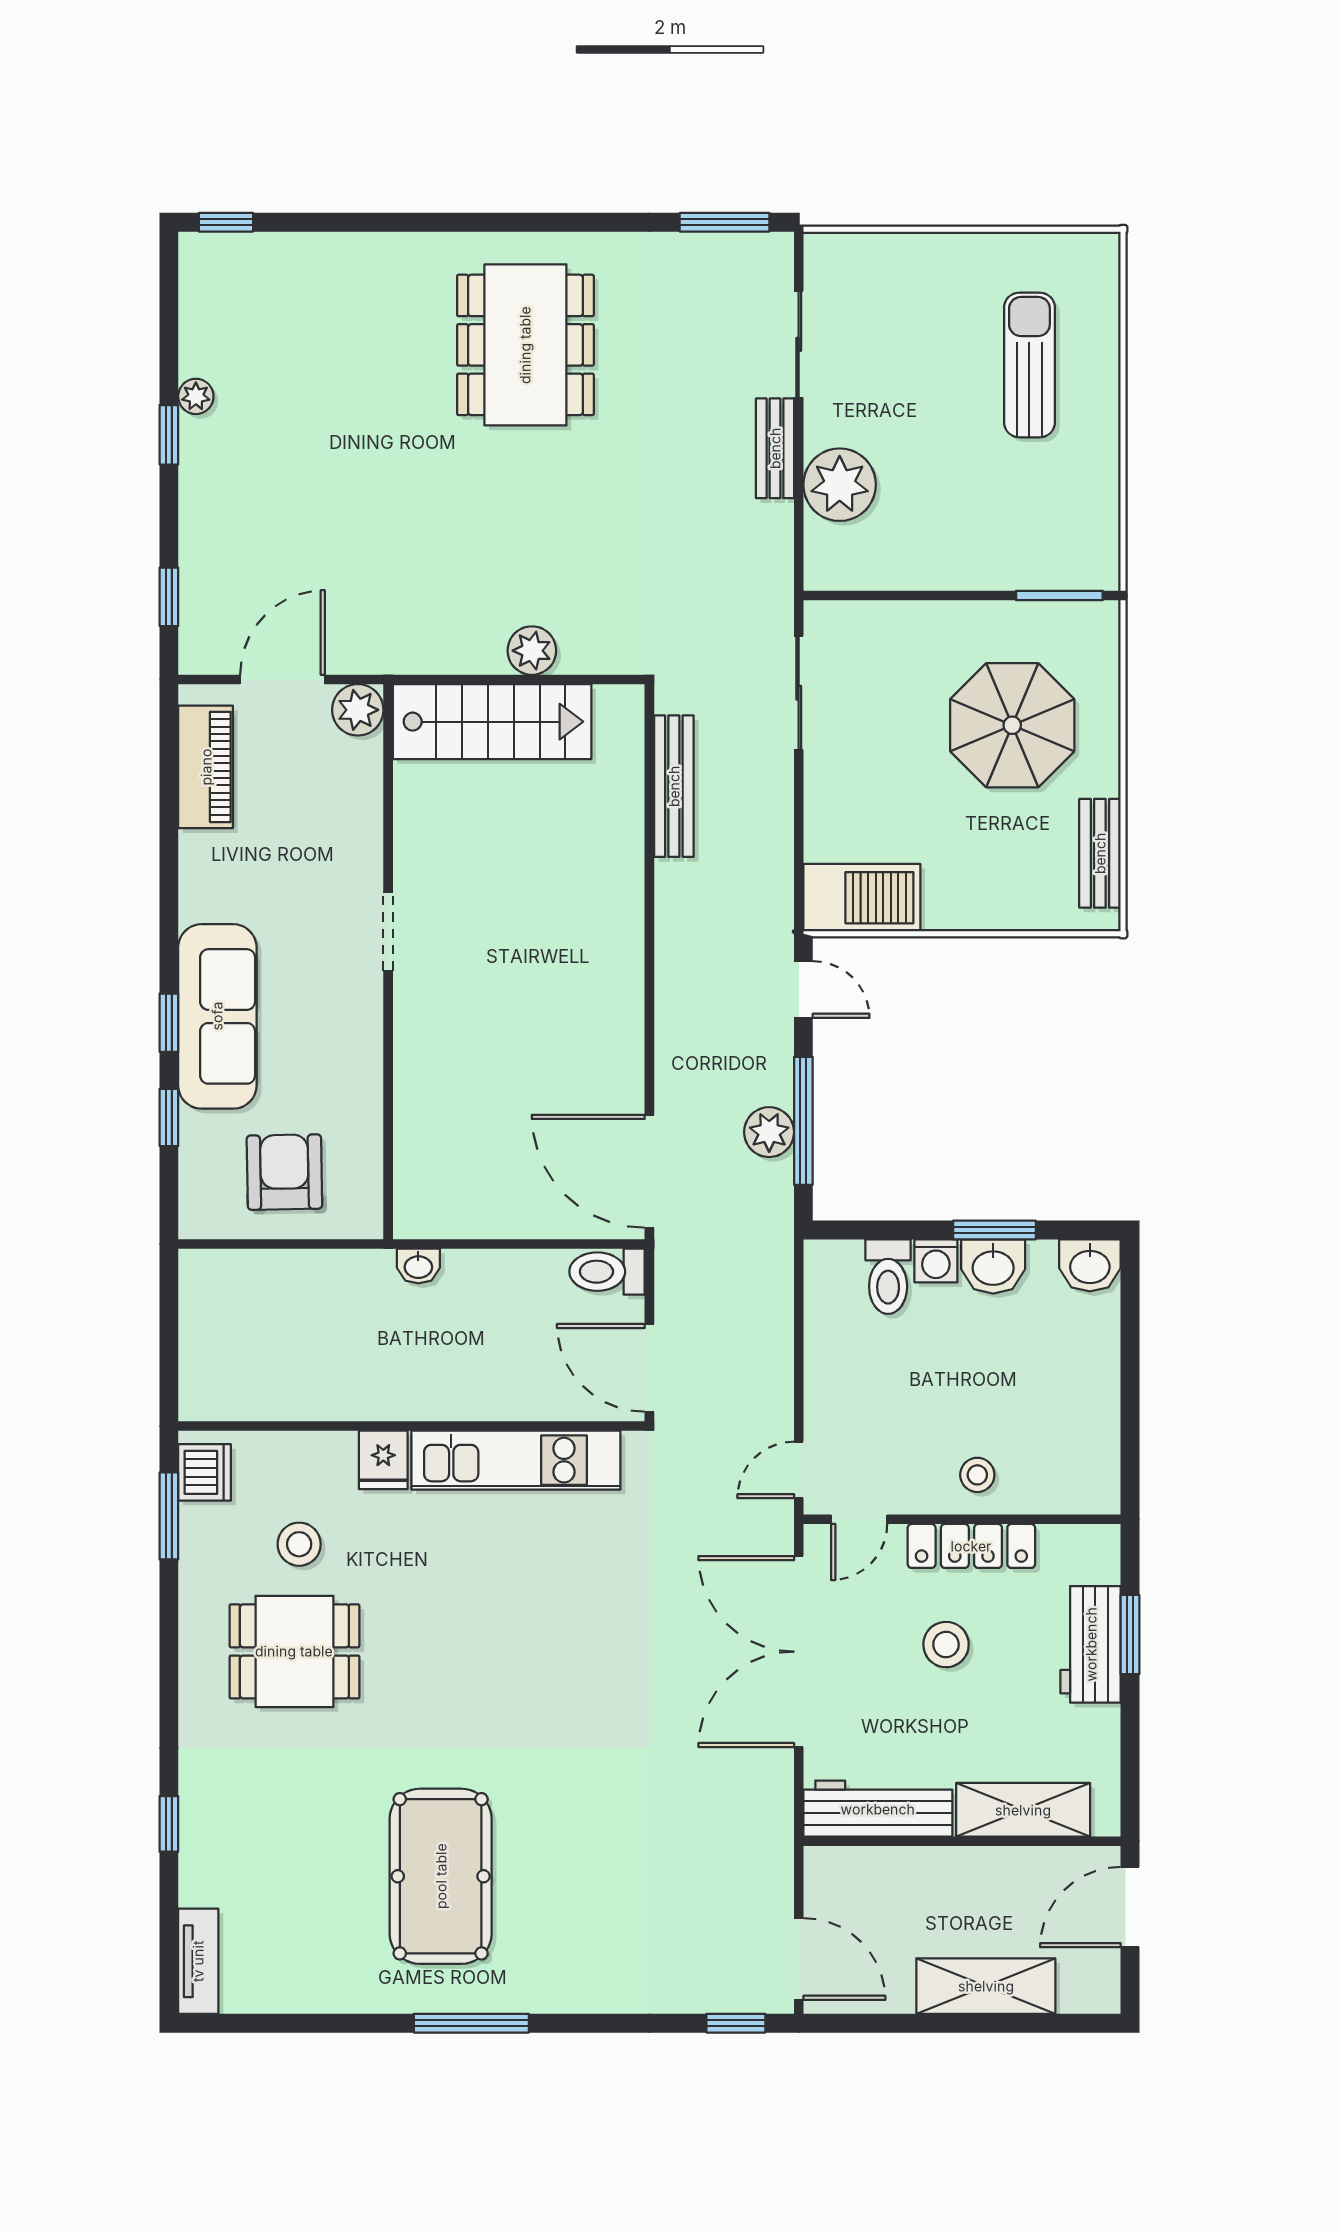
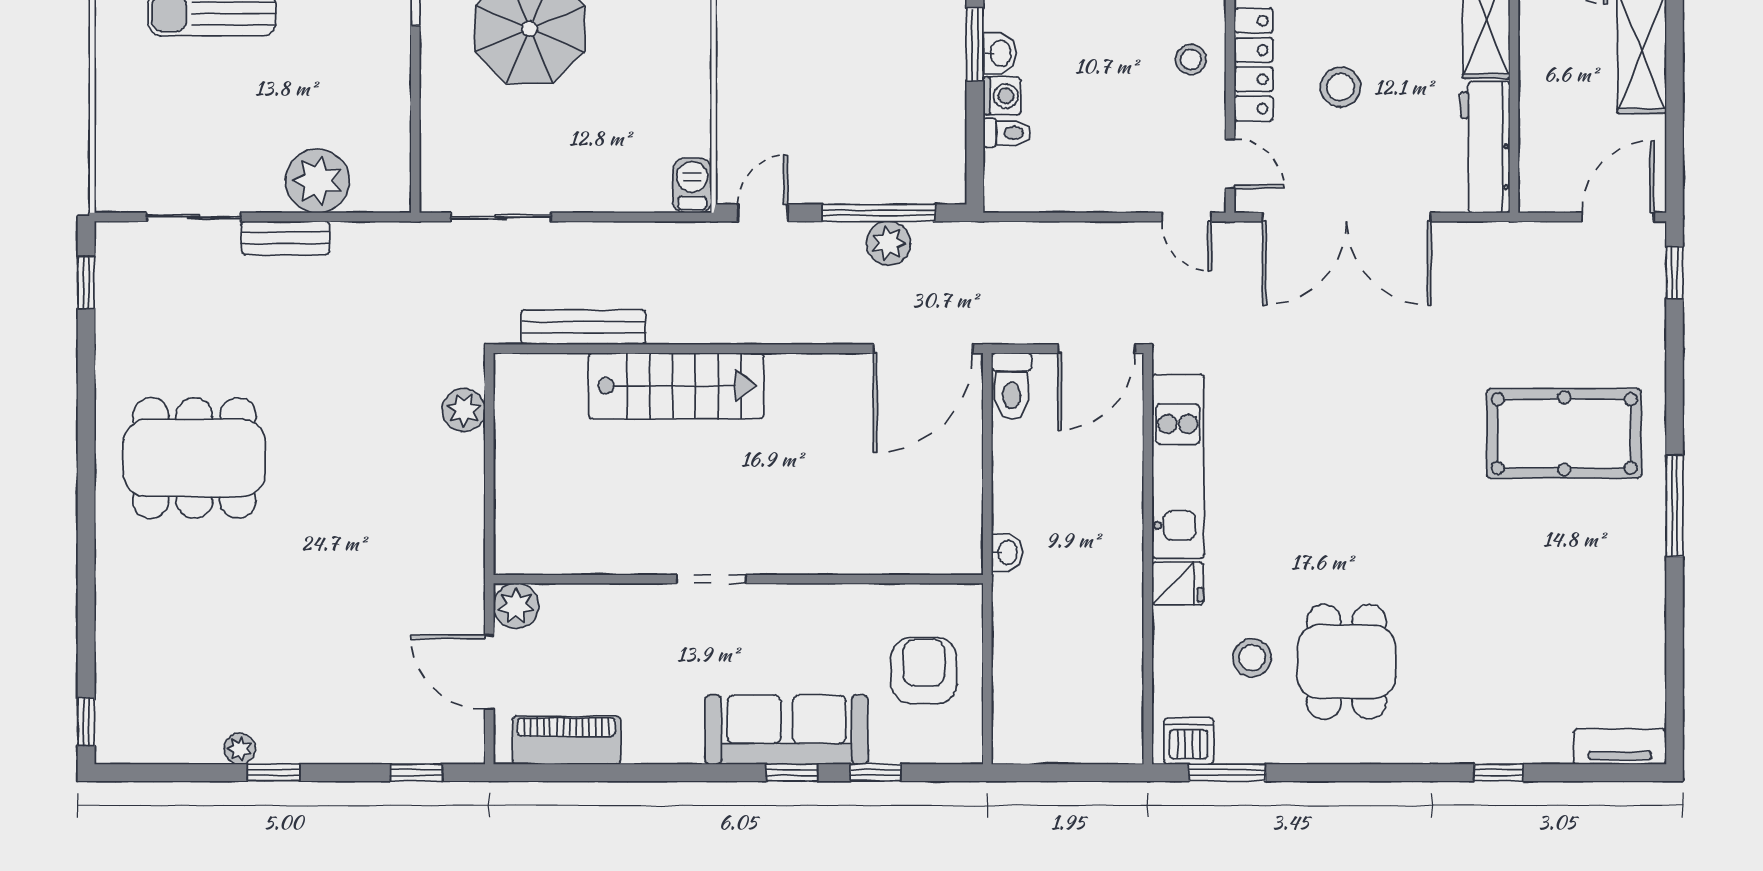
window: (725, 222) -> (86, 282), width x0.67
plant: (532, 651) -> (464, 410), moved
stairs: (492, 722) -> (676, 386), moved, turned 90
barbecue: (862, 898) -> (692, 186), width x0.53, depth x0.65
armchair: (284, 1172) -> (924, 671), turned 91
washbasin: (993, 1266) -> (1000, 53), width x0.72, depth x0.69
toilet: (888, 1277) -> (1007, 133), width x0.73, depth x0.72
pool table: (441, 1876) -> (1564, 434), moved

